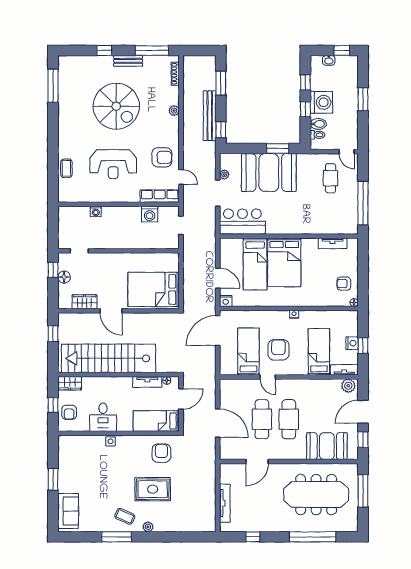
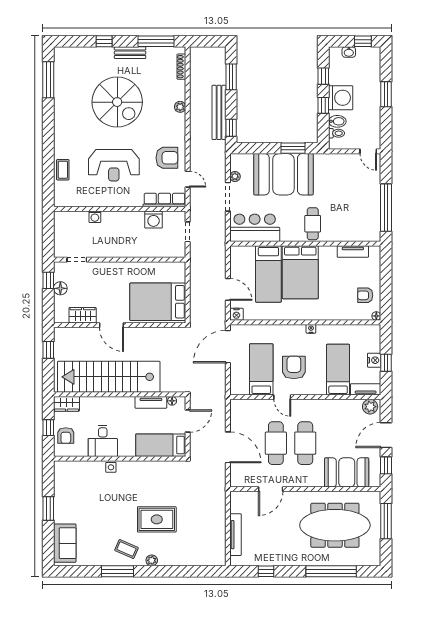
cafe table: (331, 178) -> (313, 224), moved
armchair: (161, 453) -> (166, 480), removed

